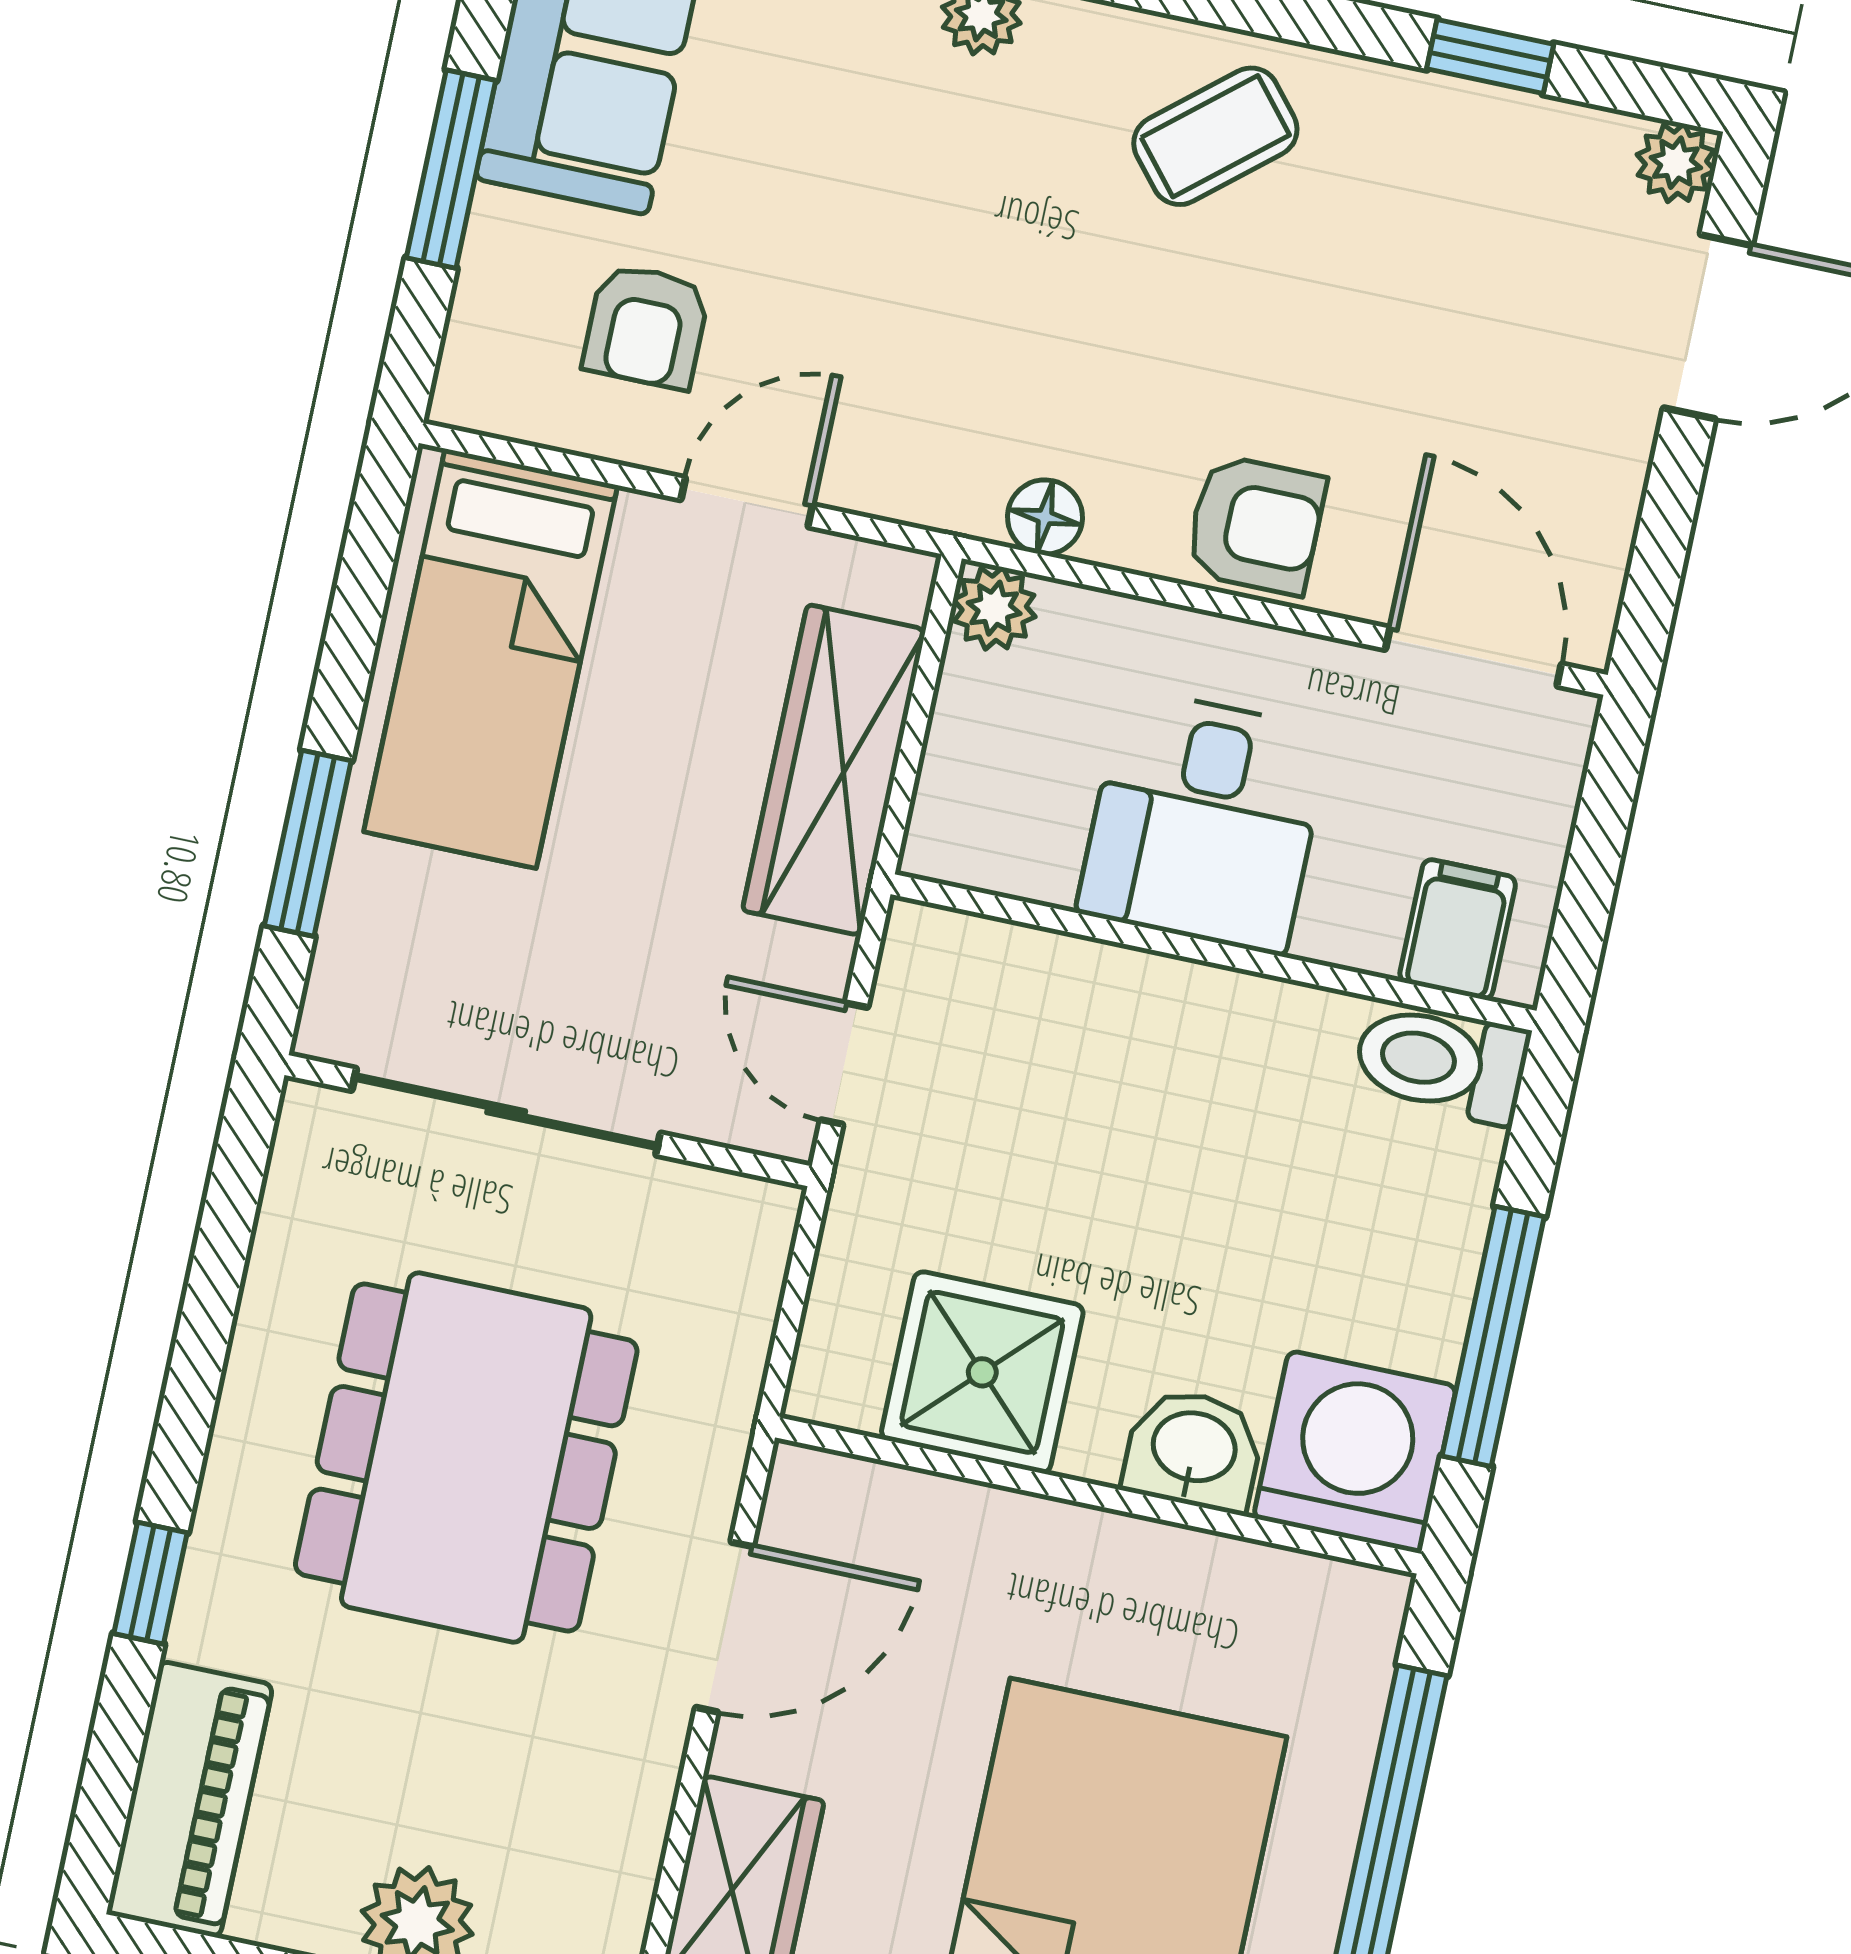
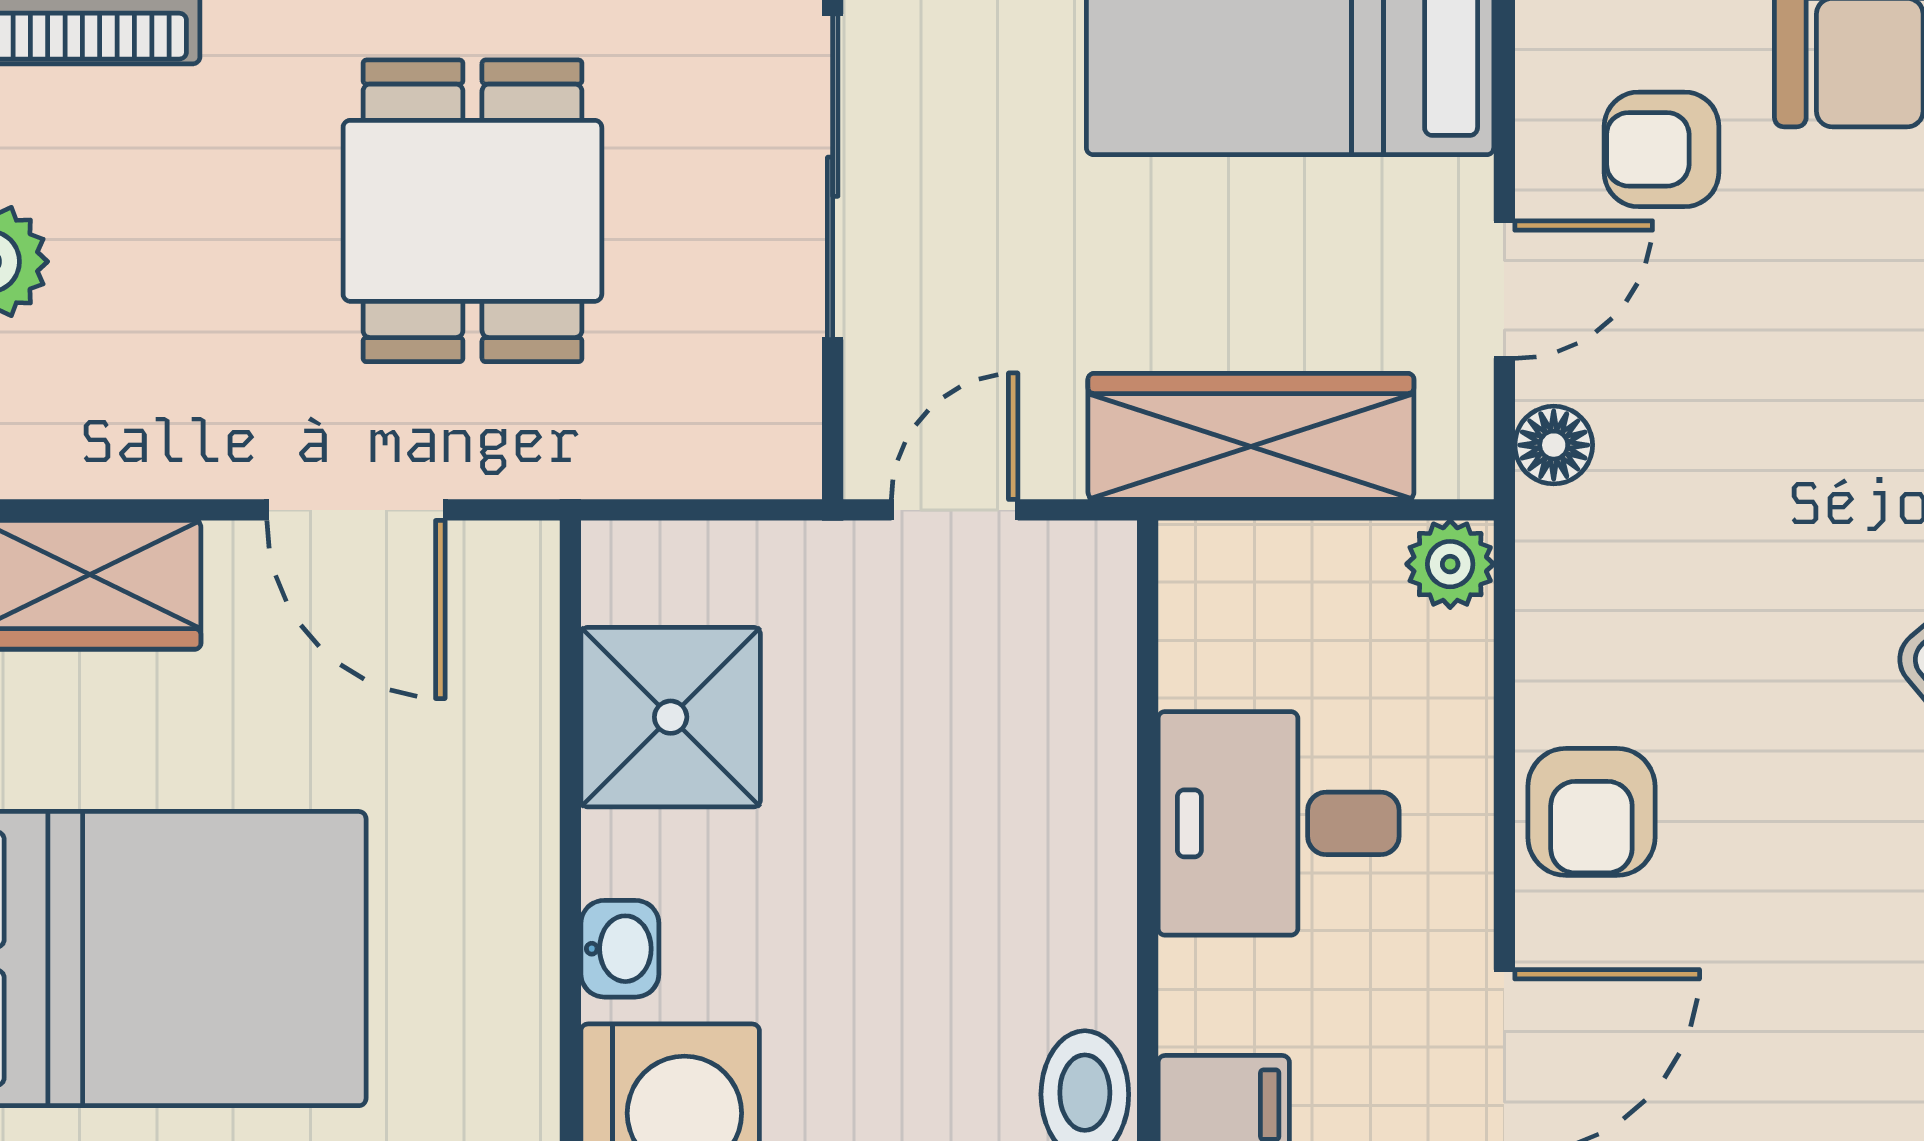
door: (747, 502) -> (1504, 290), hinge flipped
floor lamp: (1045, 517) -> (1554, 445), moved
washbasin: (1194, 1450) -> (620, 949), width x0.72, depth x0.69
dining table: (466, 1457) -> (472, 211), width x0.73

